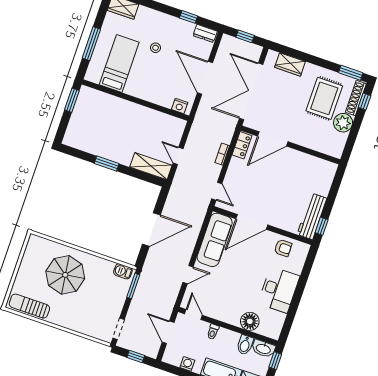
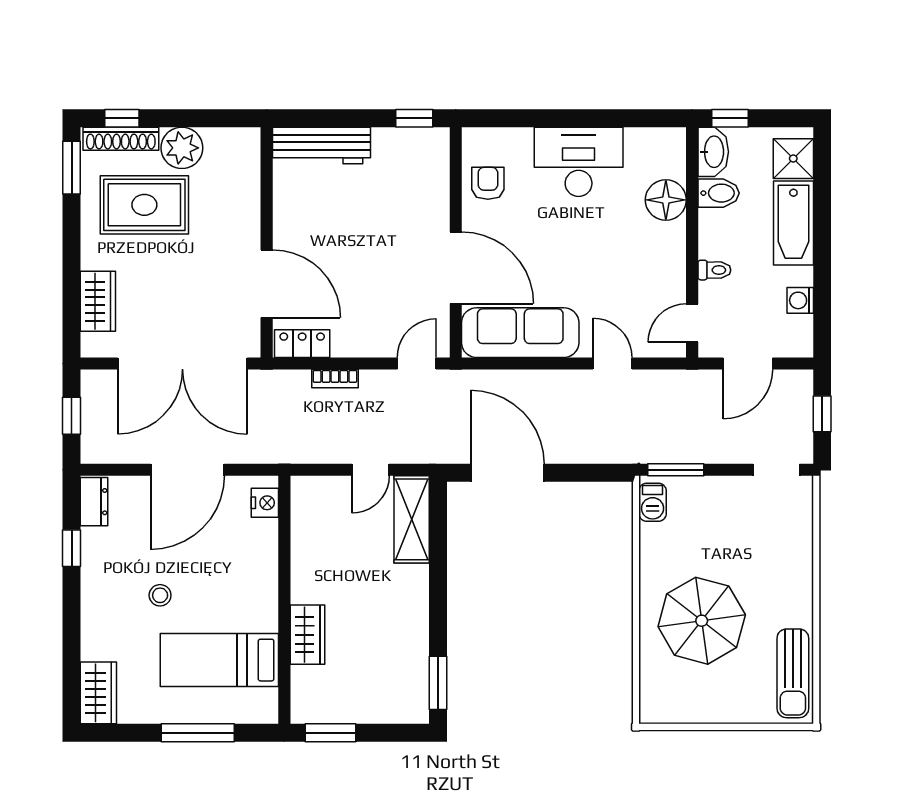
wardrobe: (117, 105) -> (308, 635), added
window: (107, 163) -> (438, 683), moved
workbench: (312, 216) -> (321, 145), moved
door: (151, 230) -> (508, 473), moved

